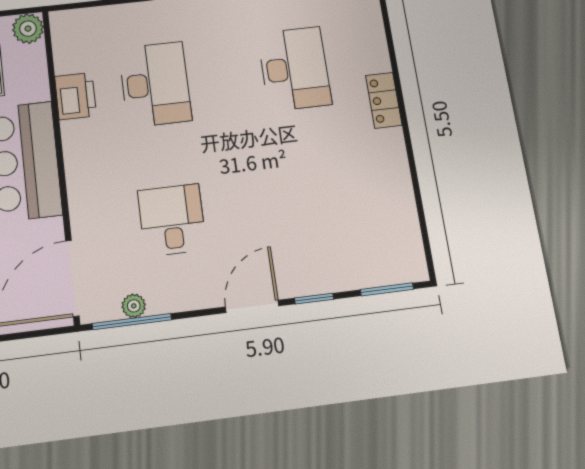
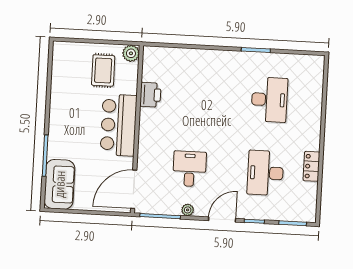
desk: (155, 84) -> (265, 173), moved, turned 180
locker: (384, 100) -> (311, 166), moved
plant: (134, 306) -> (188, 210), moved

